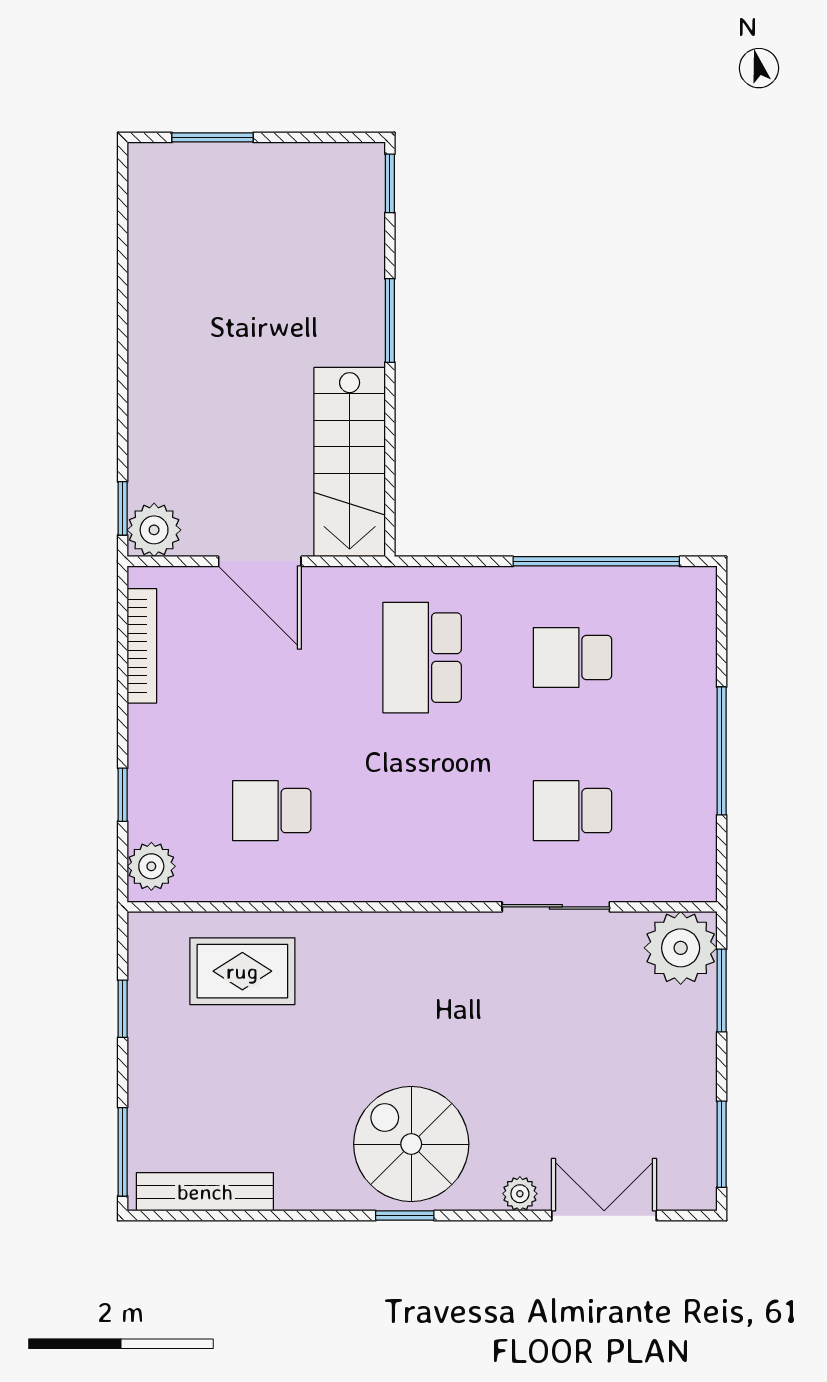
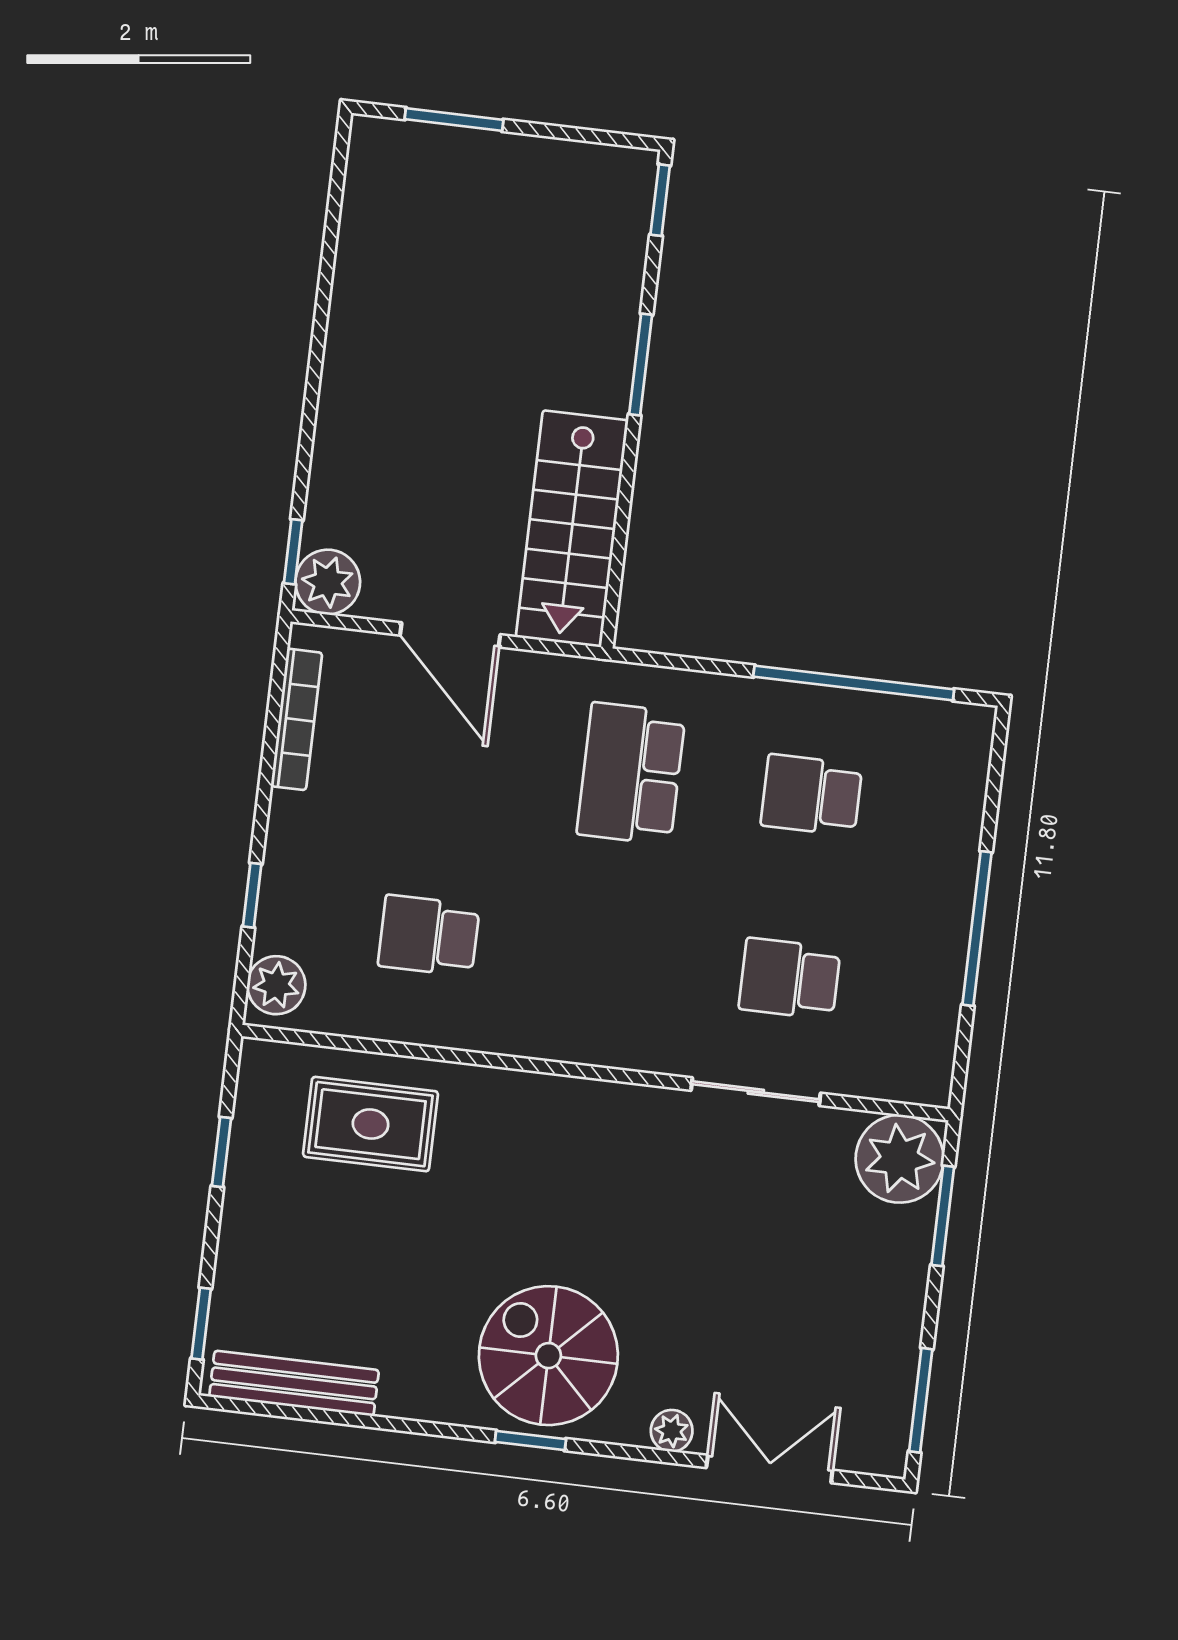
window: (123, 1152) -> (201, 1324), width x0.67

